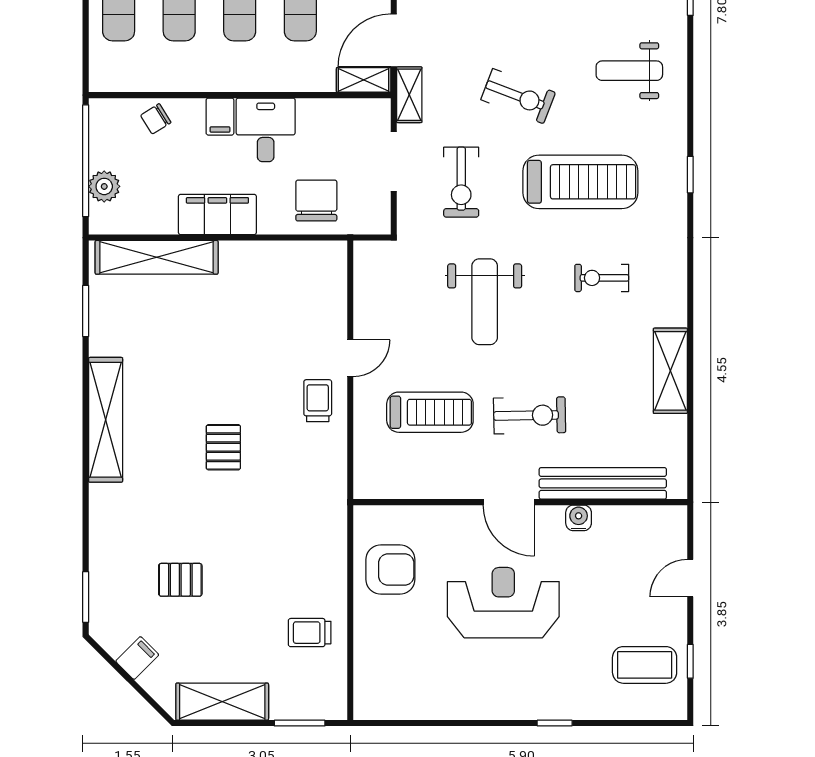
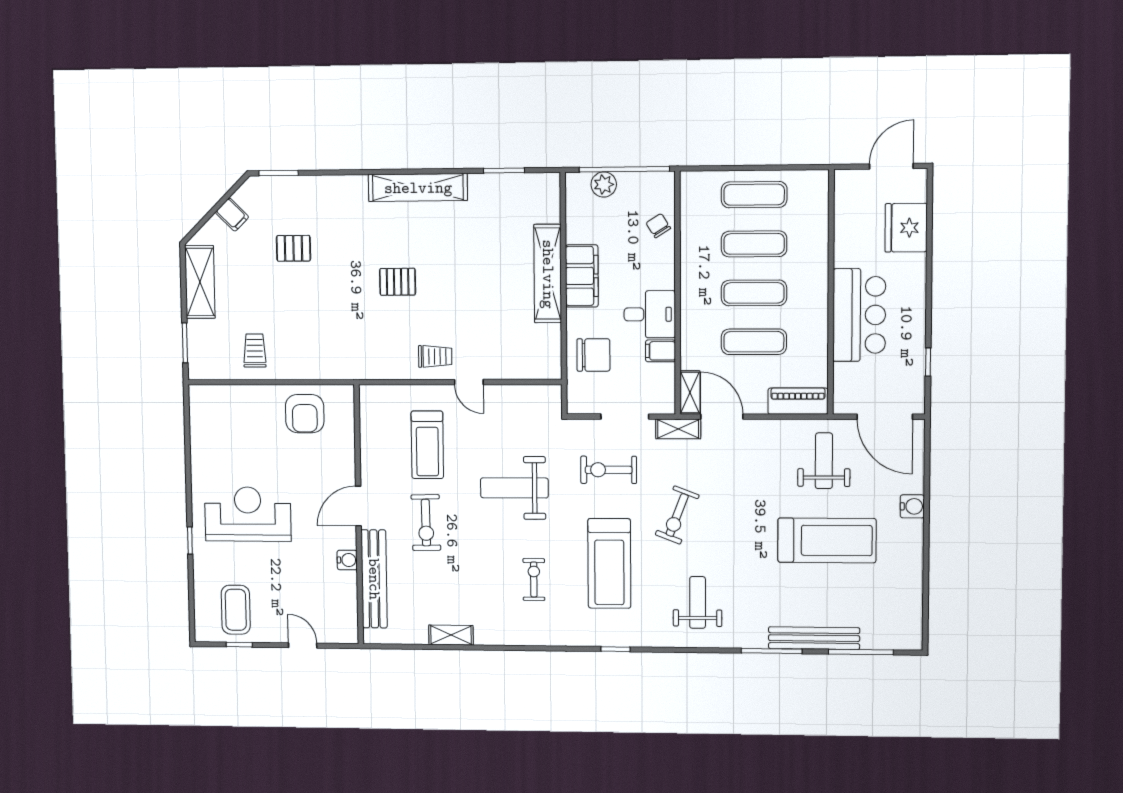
filing cabinet: (220, 117) -> (660, 351), moved
shelving: (157, 257) -> (548, 274), moved
shelving: (670, 371) -> (451, 635), width x0.67, depth x0.75
pallet: (180, 580) -> (293, 248), turned 90
reception desk: (503, 603) -> (248, 514), moved, turned -90

